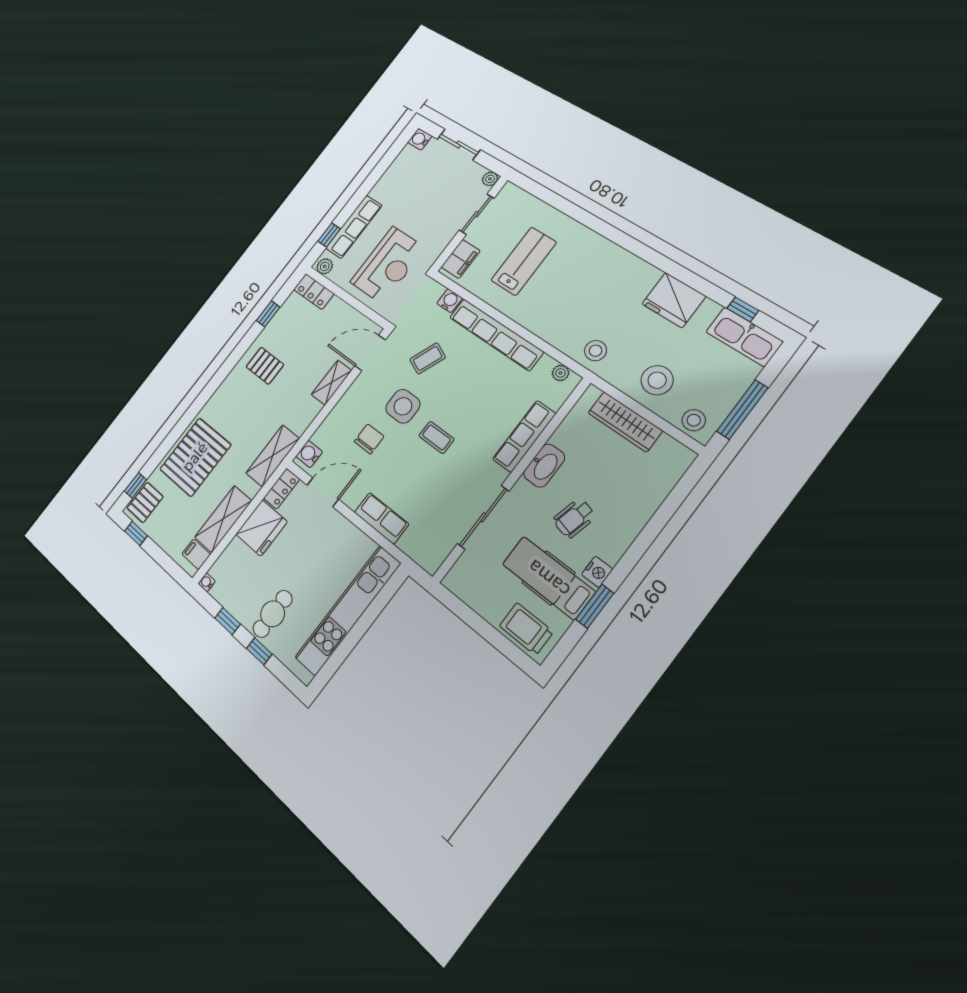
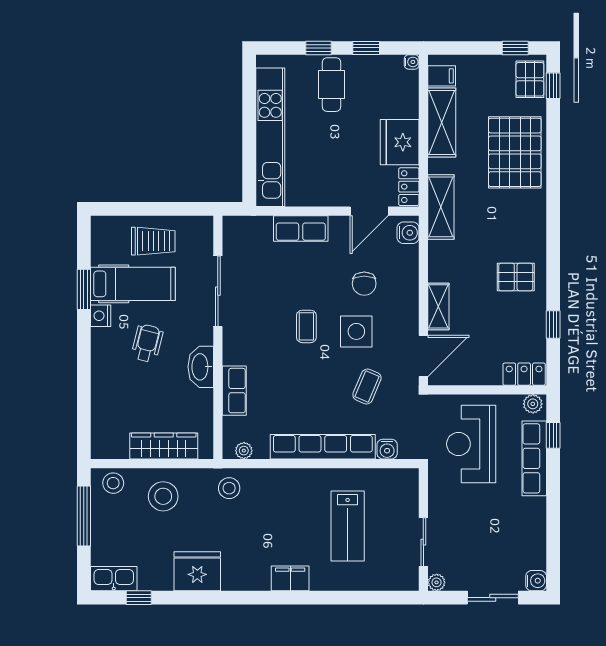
filing cabinet: (461, 259) -> (290, 578), moved, turned 90
kitchen sink: (744, 337) -> (114, 579), width x0.73, depth x0.81
row of seats: (524, 436) -> (234, 391), width x0.68
coffee table: (436, 437) -> (306, 326), turned 90
trolley: (526, 629) -> (153, 241), moved

